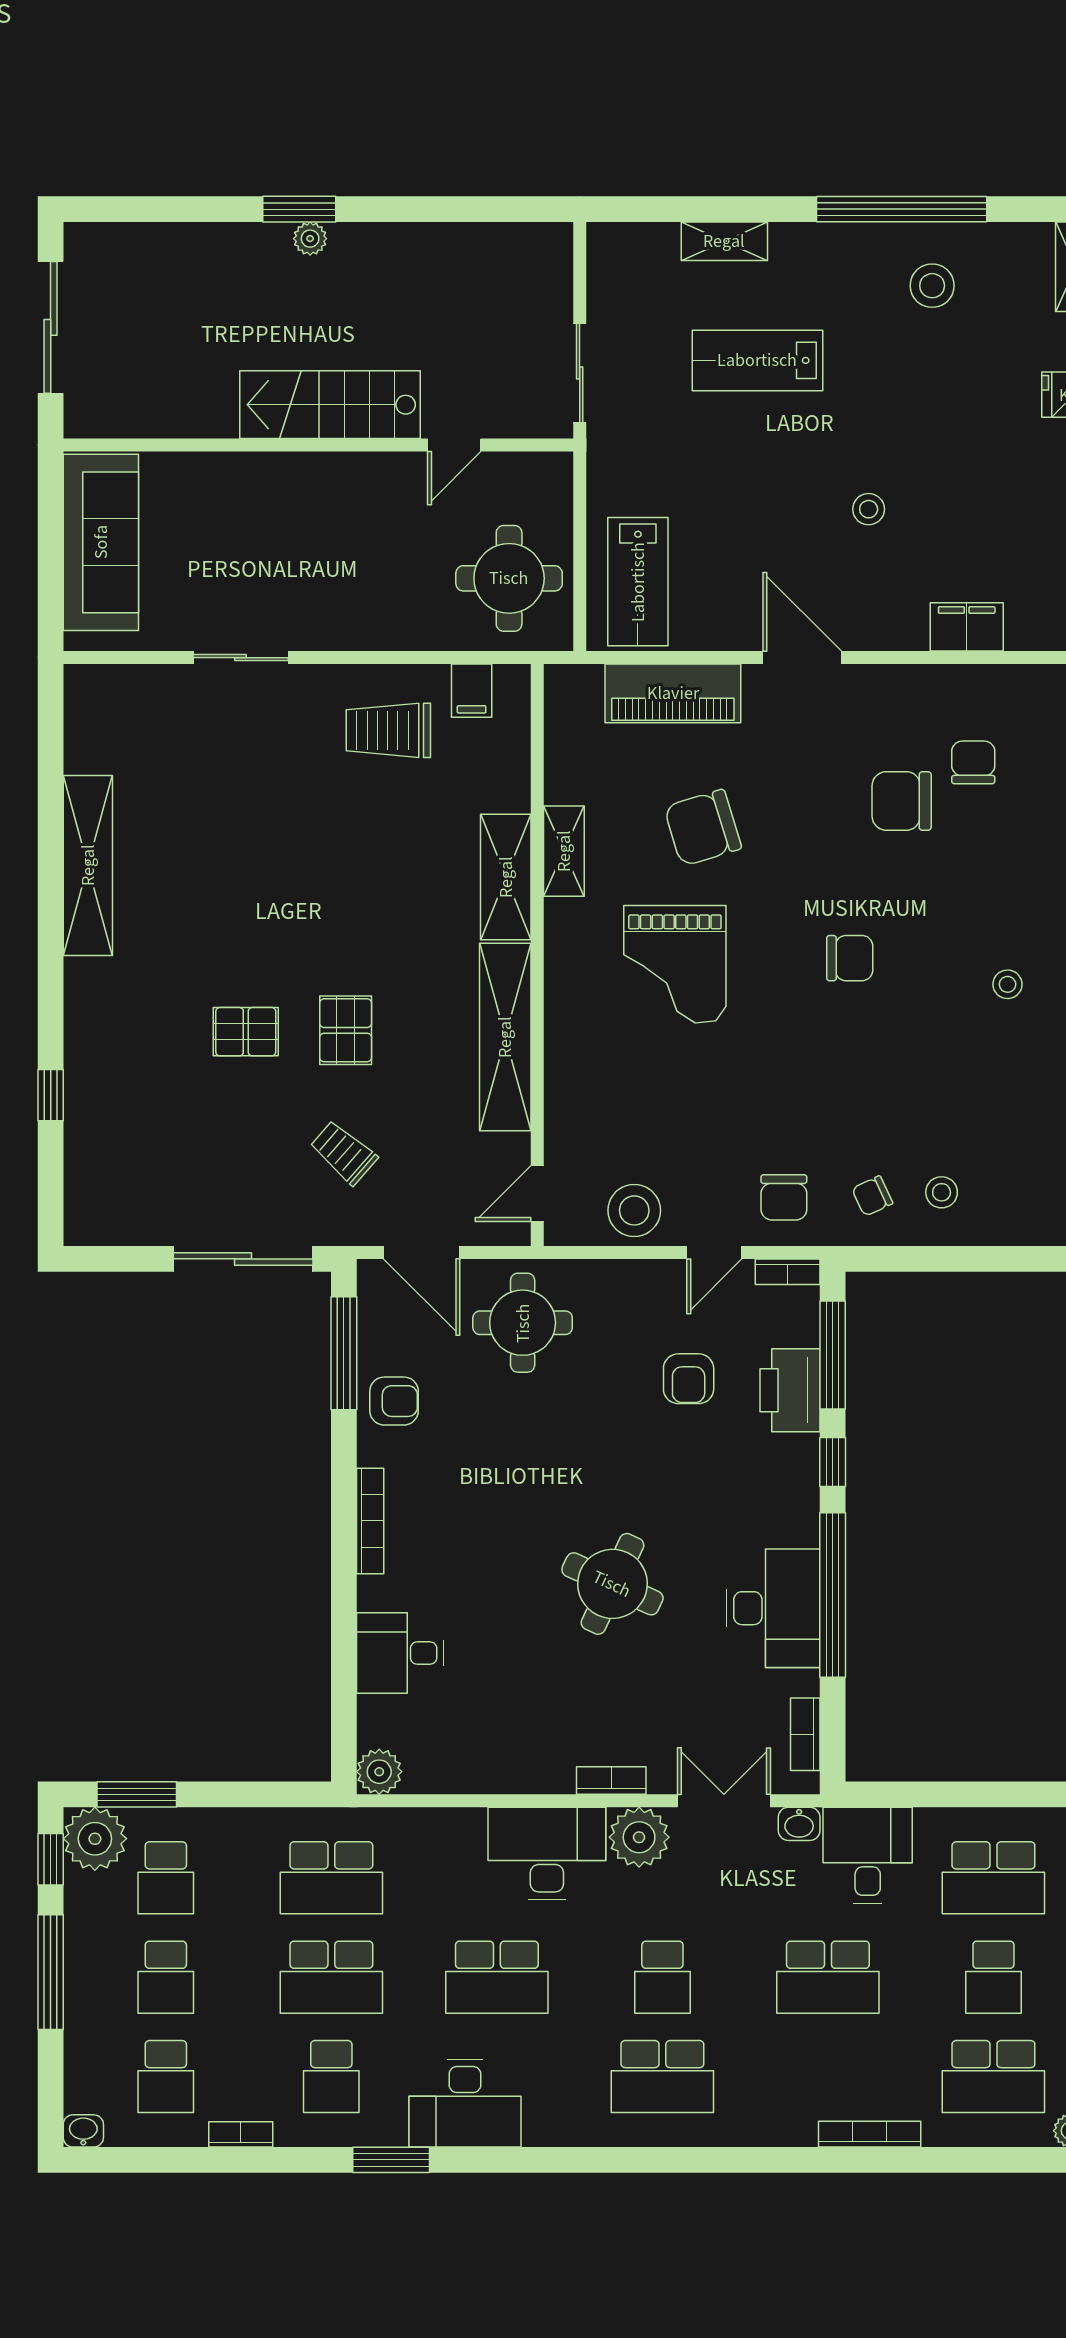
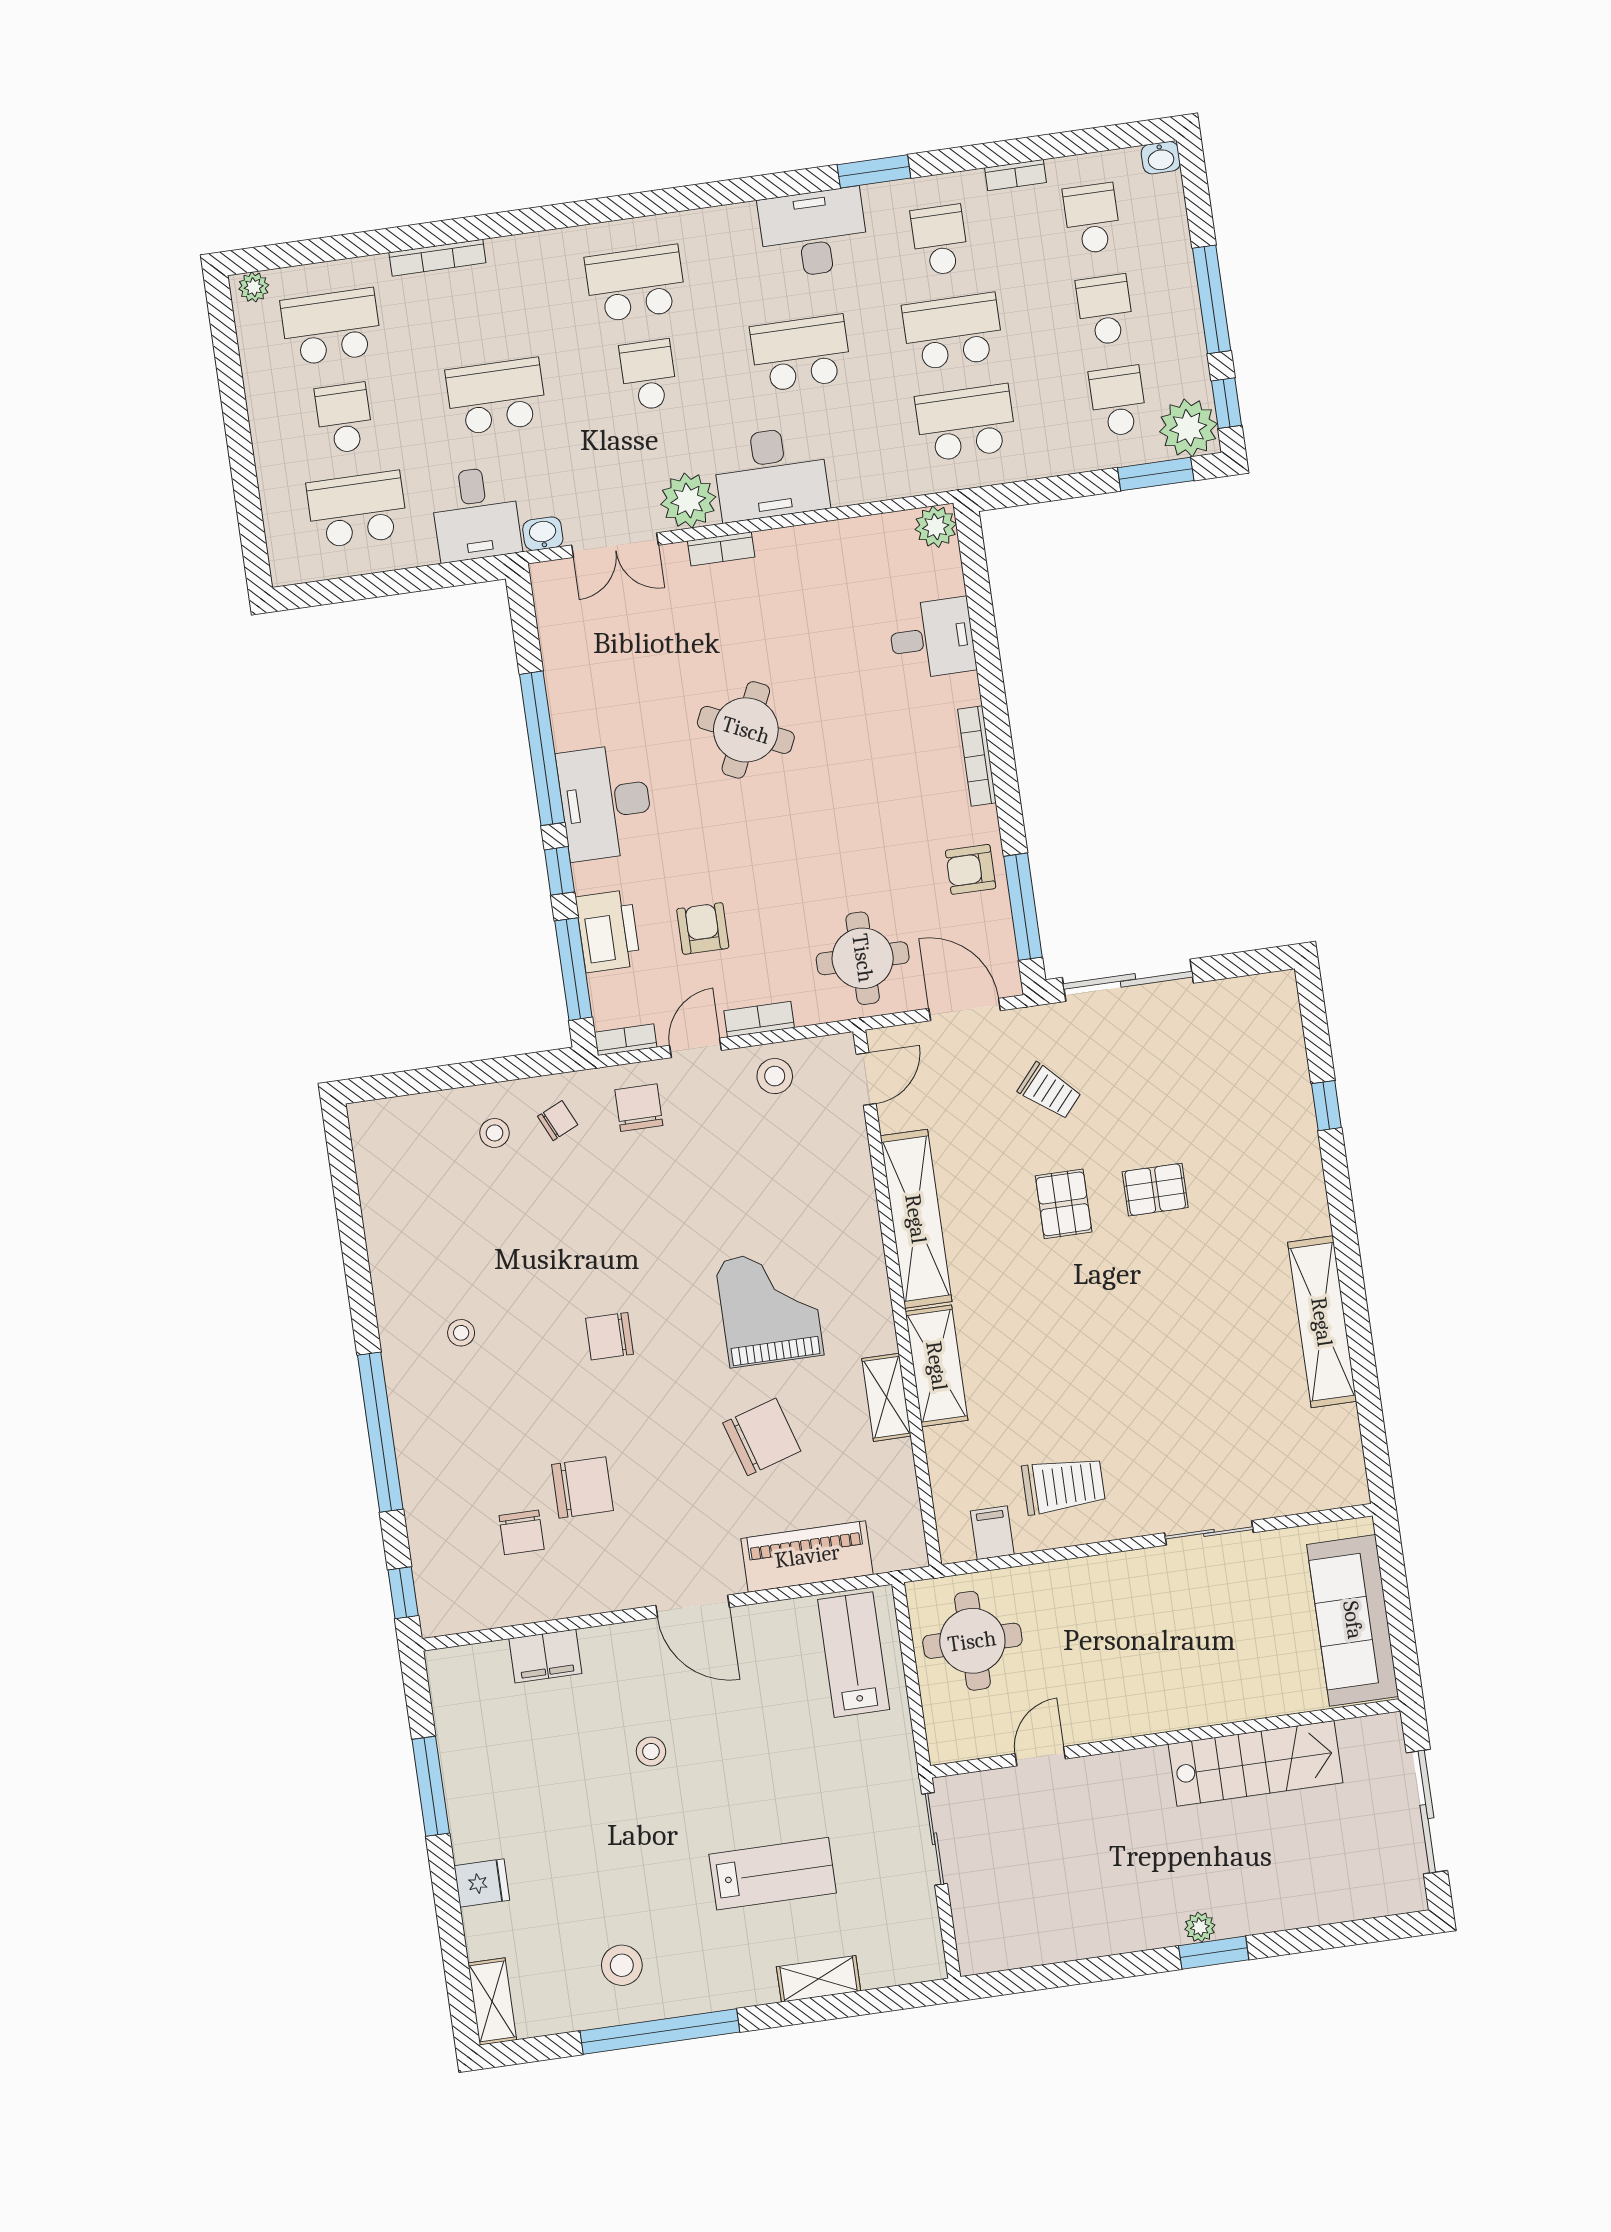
stairs: (330, 405) -> (1255, 1763), moved
stool: (634, 1210) -> (775, 1076), width x0.73, depth x0.73
desk: (773, 1608) -> (605, 802), moved
bookcase: (805, 1734) -> (759, 1019), moved, turned -90

